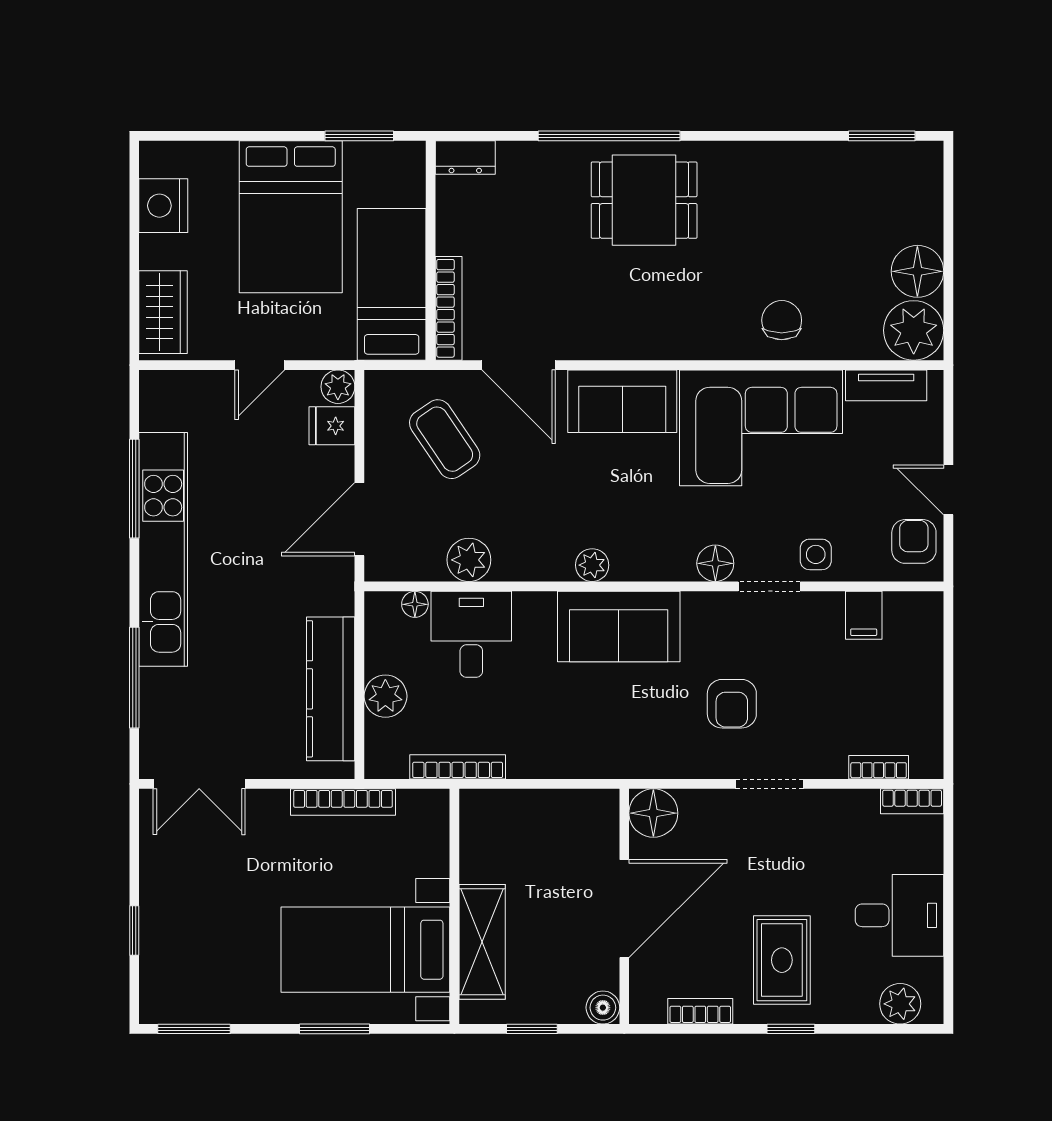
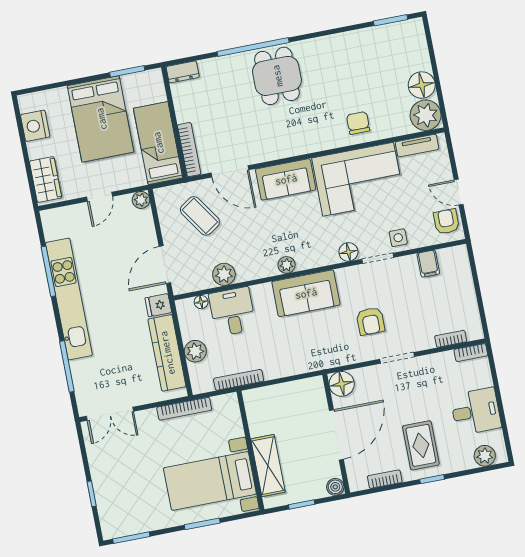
dining table: (644, 200) -> (277, 76), turned 90
fridge: (332, 426) -> (158, 305), moved

